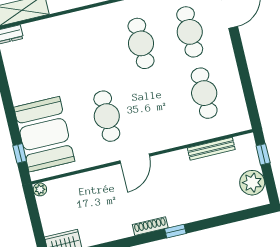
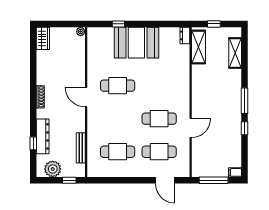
booth: (44, 134) -> (136, 43), moved
window: (20, 153) -> (118, 24), moved
dresser: (208, 209) -> (43, 136), added
window: (175, 231) -> (33, 143), moved

